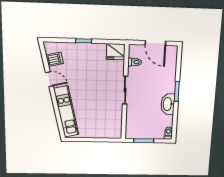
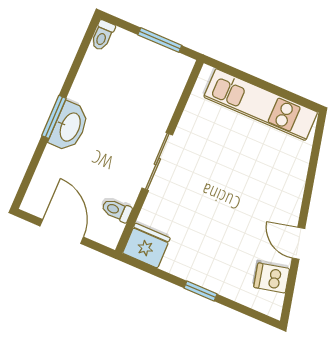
washbasin: (168, 104) -> (69, 127), moved
kitchen unit: (66, 112) -> (261, 105), moved, turned -77

